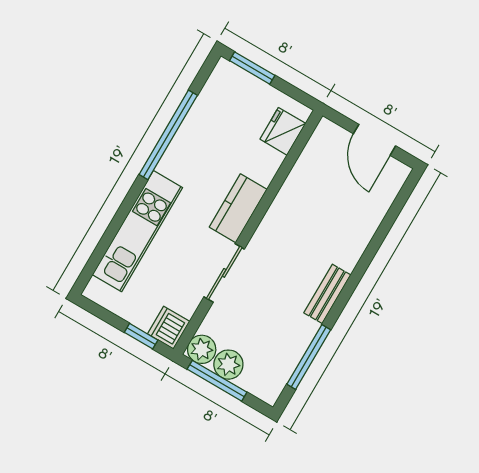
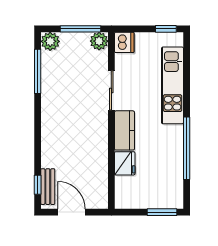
fridge: (283, 131) -> (125, 163), moved
window: (399, 204) -> (38, 185), added
bench: (327, 294) -> (48, 187), moved
window: (141, 336) -> (166, 29), moved
plant: (228, 365) -> (50, 41), moved

